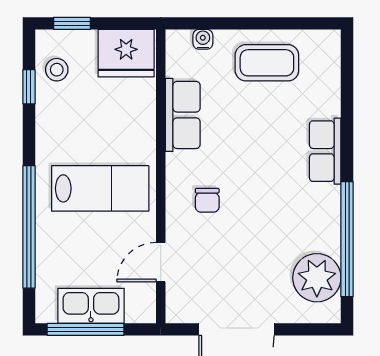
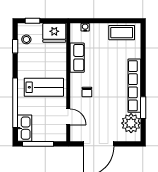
coffee table: (267, 63) -> (122, 33), moved
row of seats: (325, 151) -> (134, 86), width x2.02
window: (347, 239) -> (143, 108), width x0.47
door: (161, 262) -> (68, 117), swing flipped
kitchen sink: (91, 306) -> (25, 128), moved, turned 90

